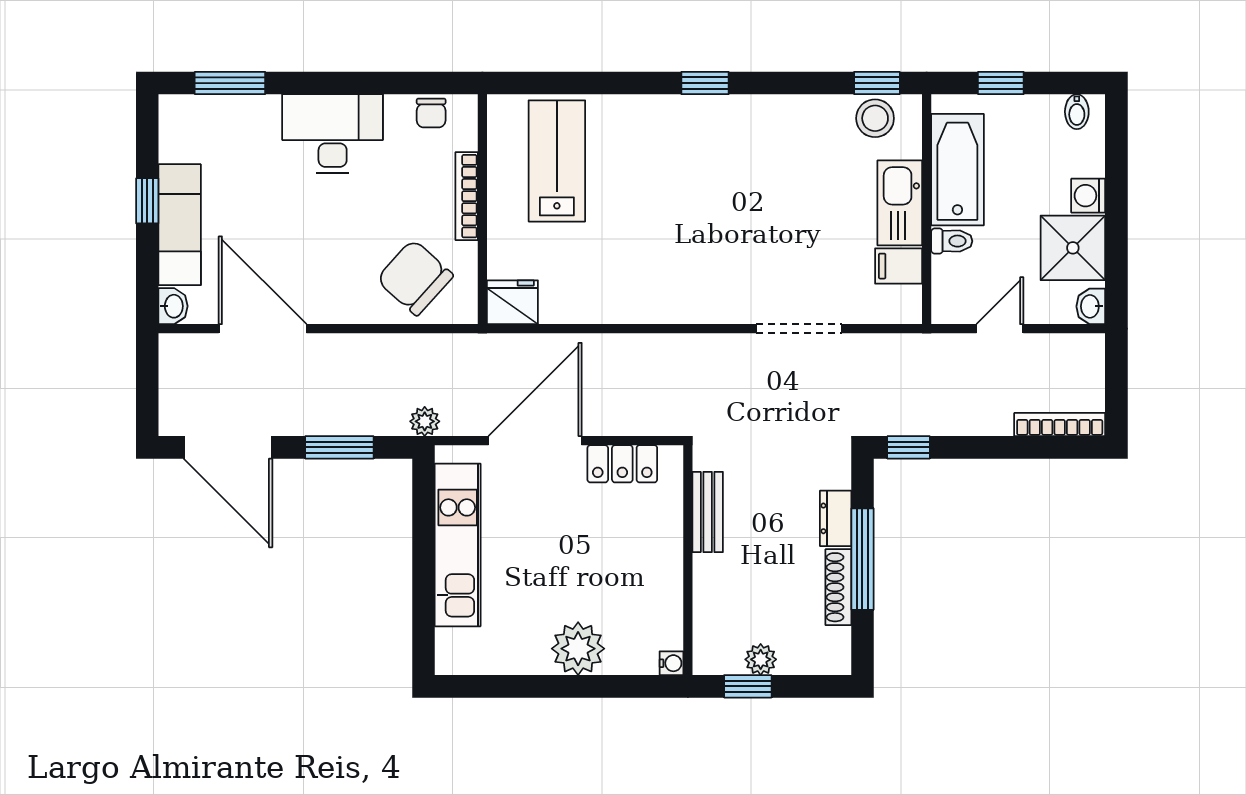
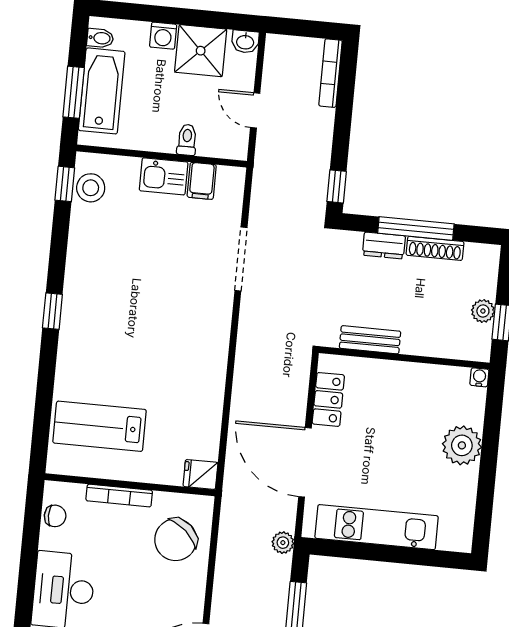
window: (1001, 83) -> (74, 92), width x1.50
bathtub: (957, 170) -> (102, 91), moved, turned 90
kitchen sink: (900, 203) -> (164, 176), width x0.73
fridge: (512, 302) -> (200, 474), width x0.72

